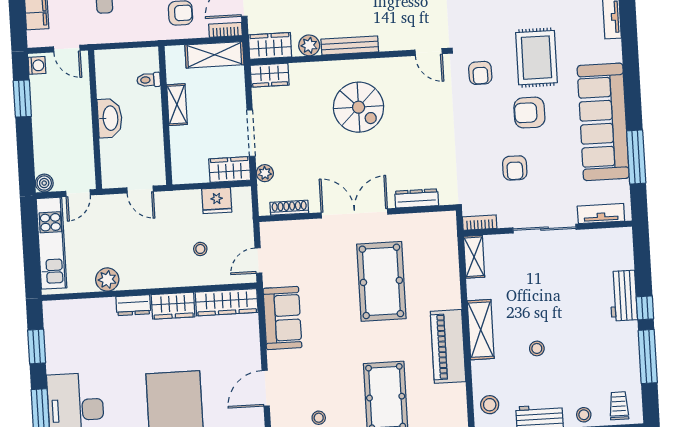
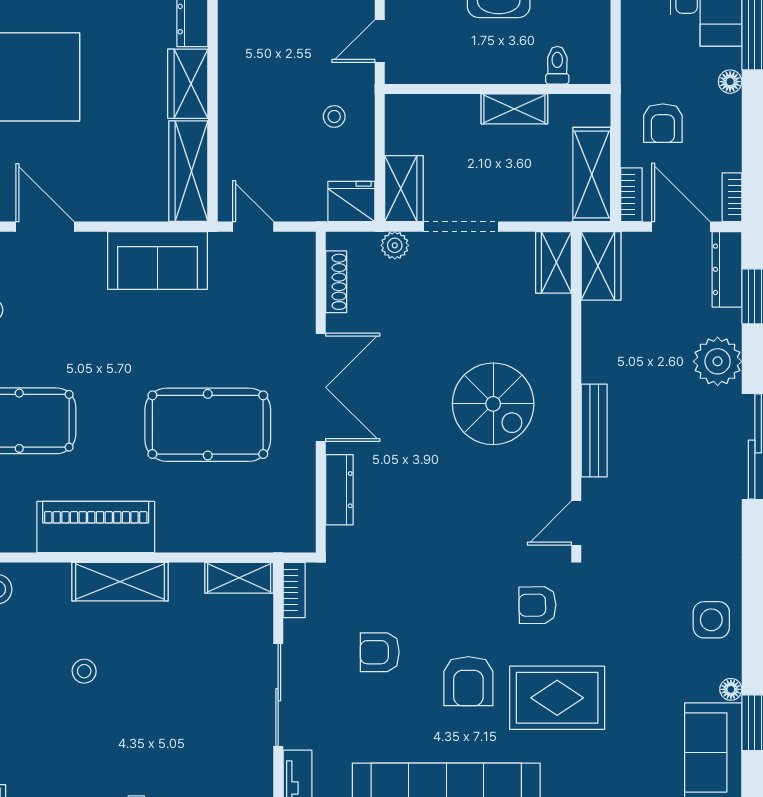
plant: (309, 45) -> (598, 329), removed
bench: (350, 46) -> (594, 431), moved
spiral stairs: (359, 107) -> (493, 404), turned -90
armchair: (529, 113) -> (468, 681), turned 180
fridge: (217, 201) -> (351, 202), moved, turned 90
stool: (200, 249) -> (334, 117), moved

